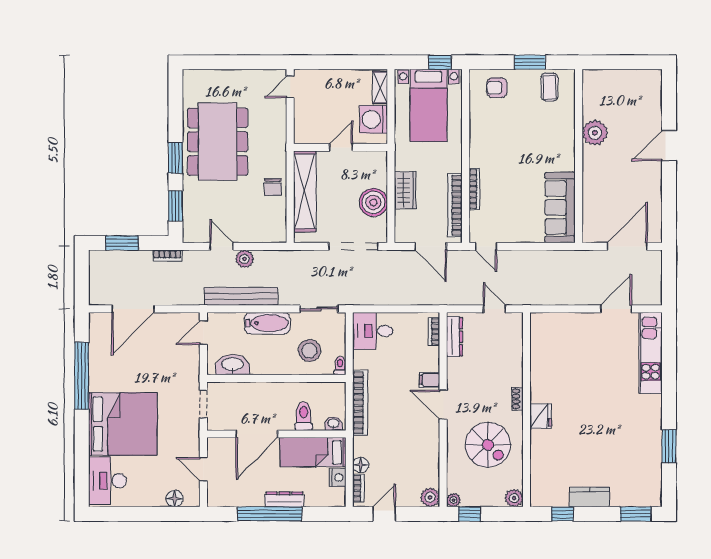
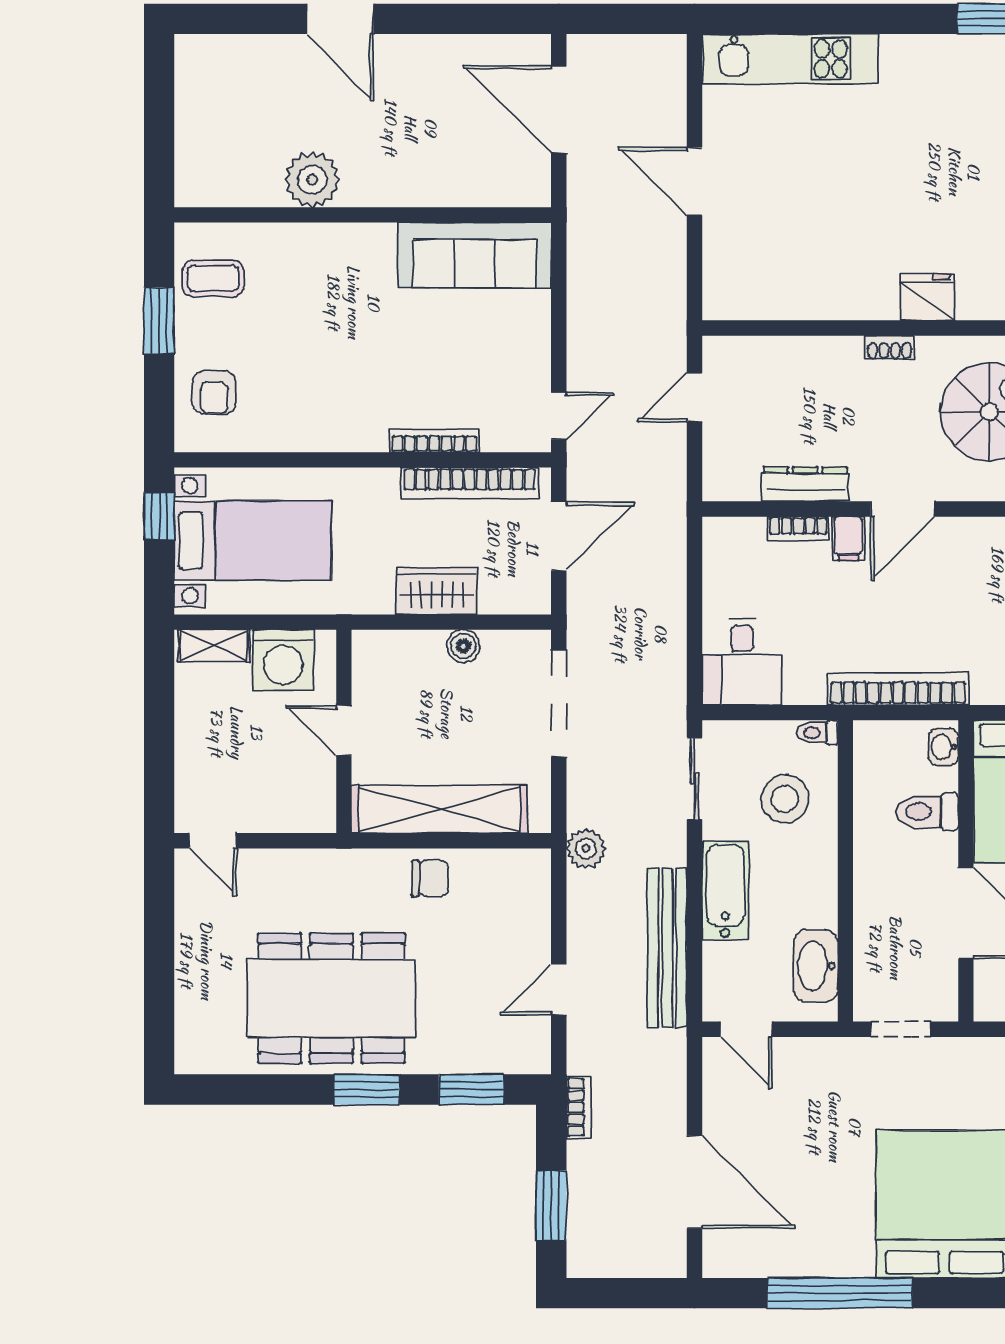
boiler: (373, 202) -> (463, 646), width x0.54, depth x0.54
plant: (245, 259) -> (586, 849), moved
door: (616, 309) -> (694, 181), moved
bookcase: (434, 332) -> (798, 529), moved
dresser: (455, 337) -> (805, 484), moved

